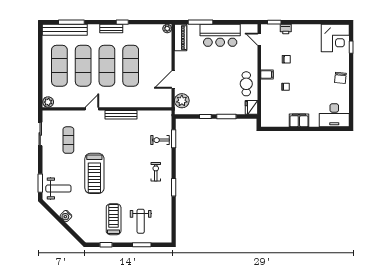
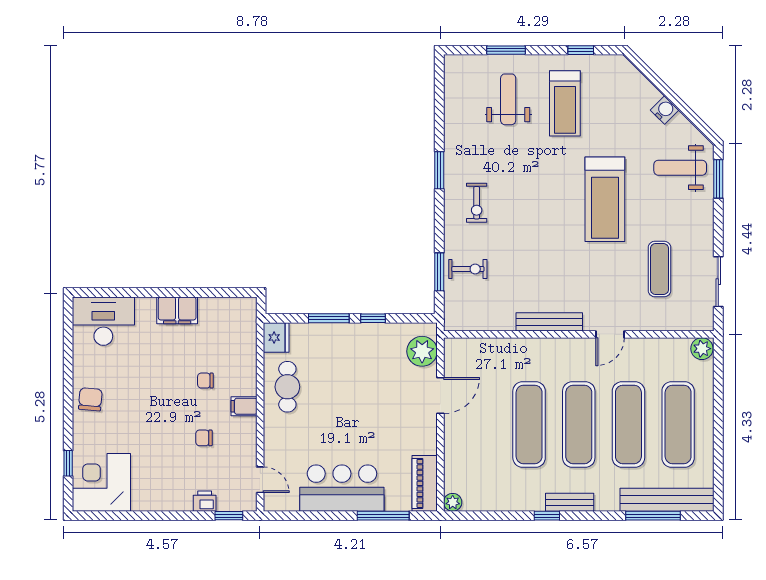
treadmill: (94, 173) -> (605, 199), turned 180

